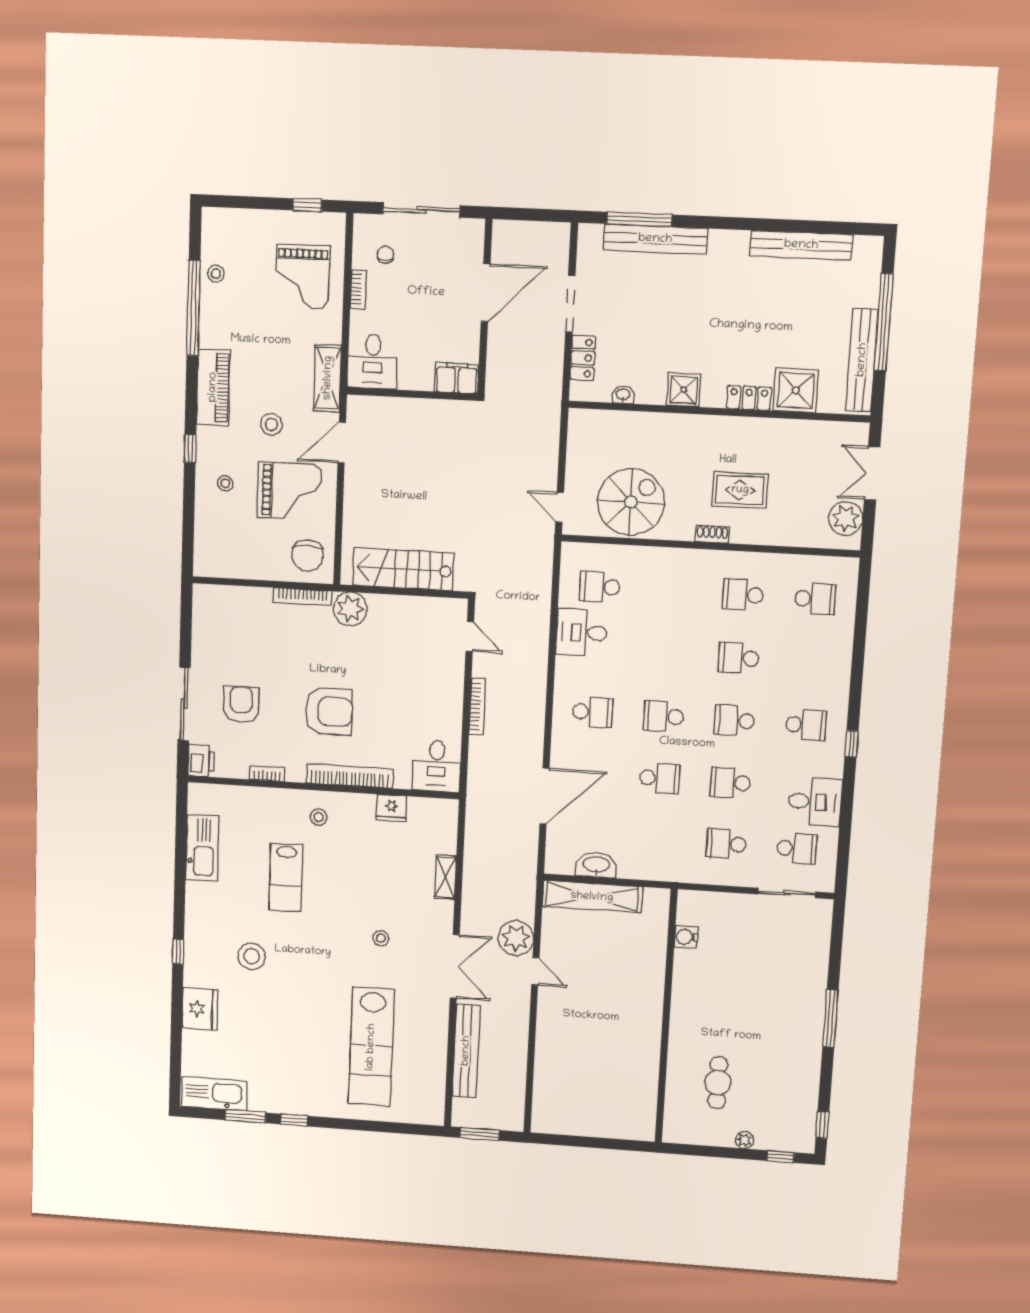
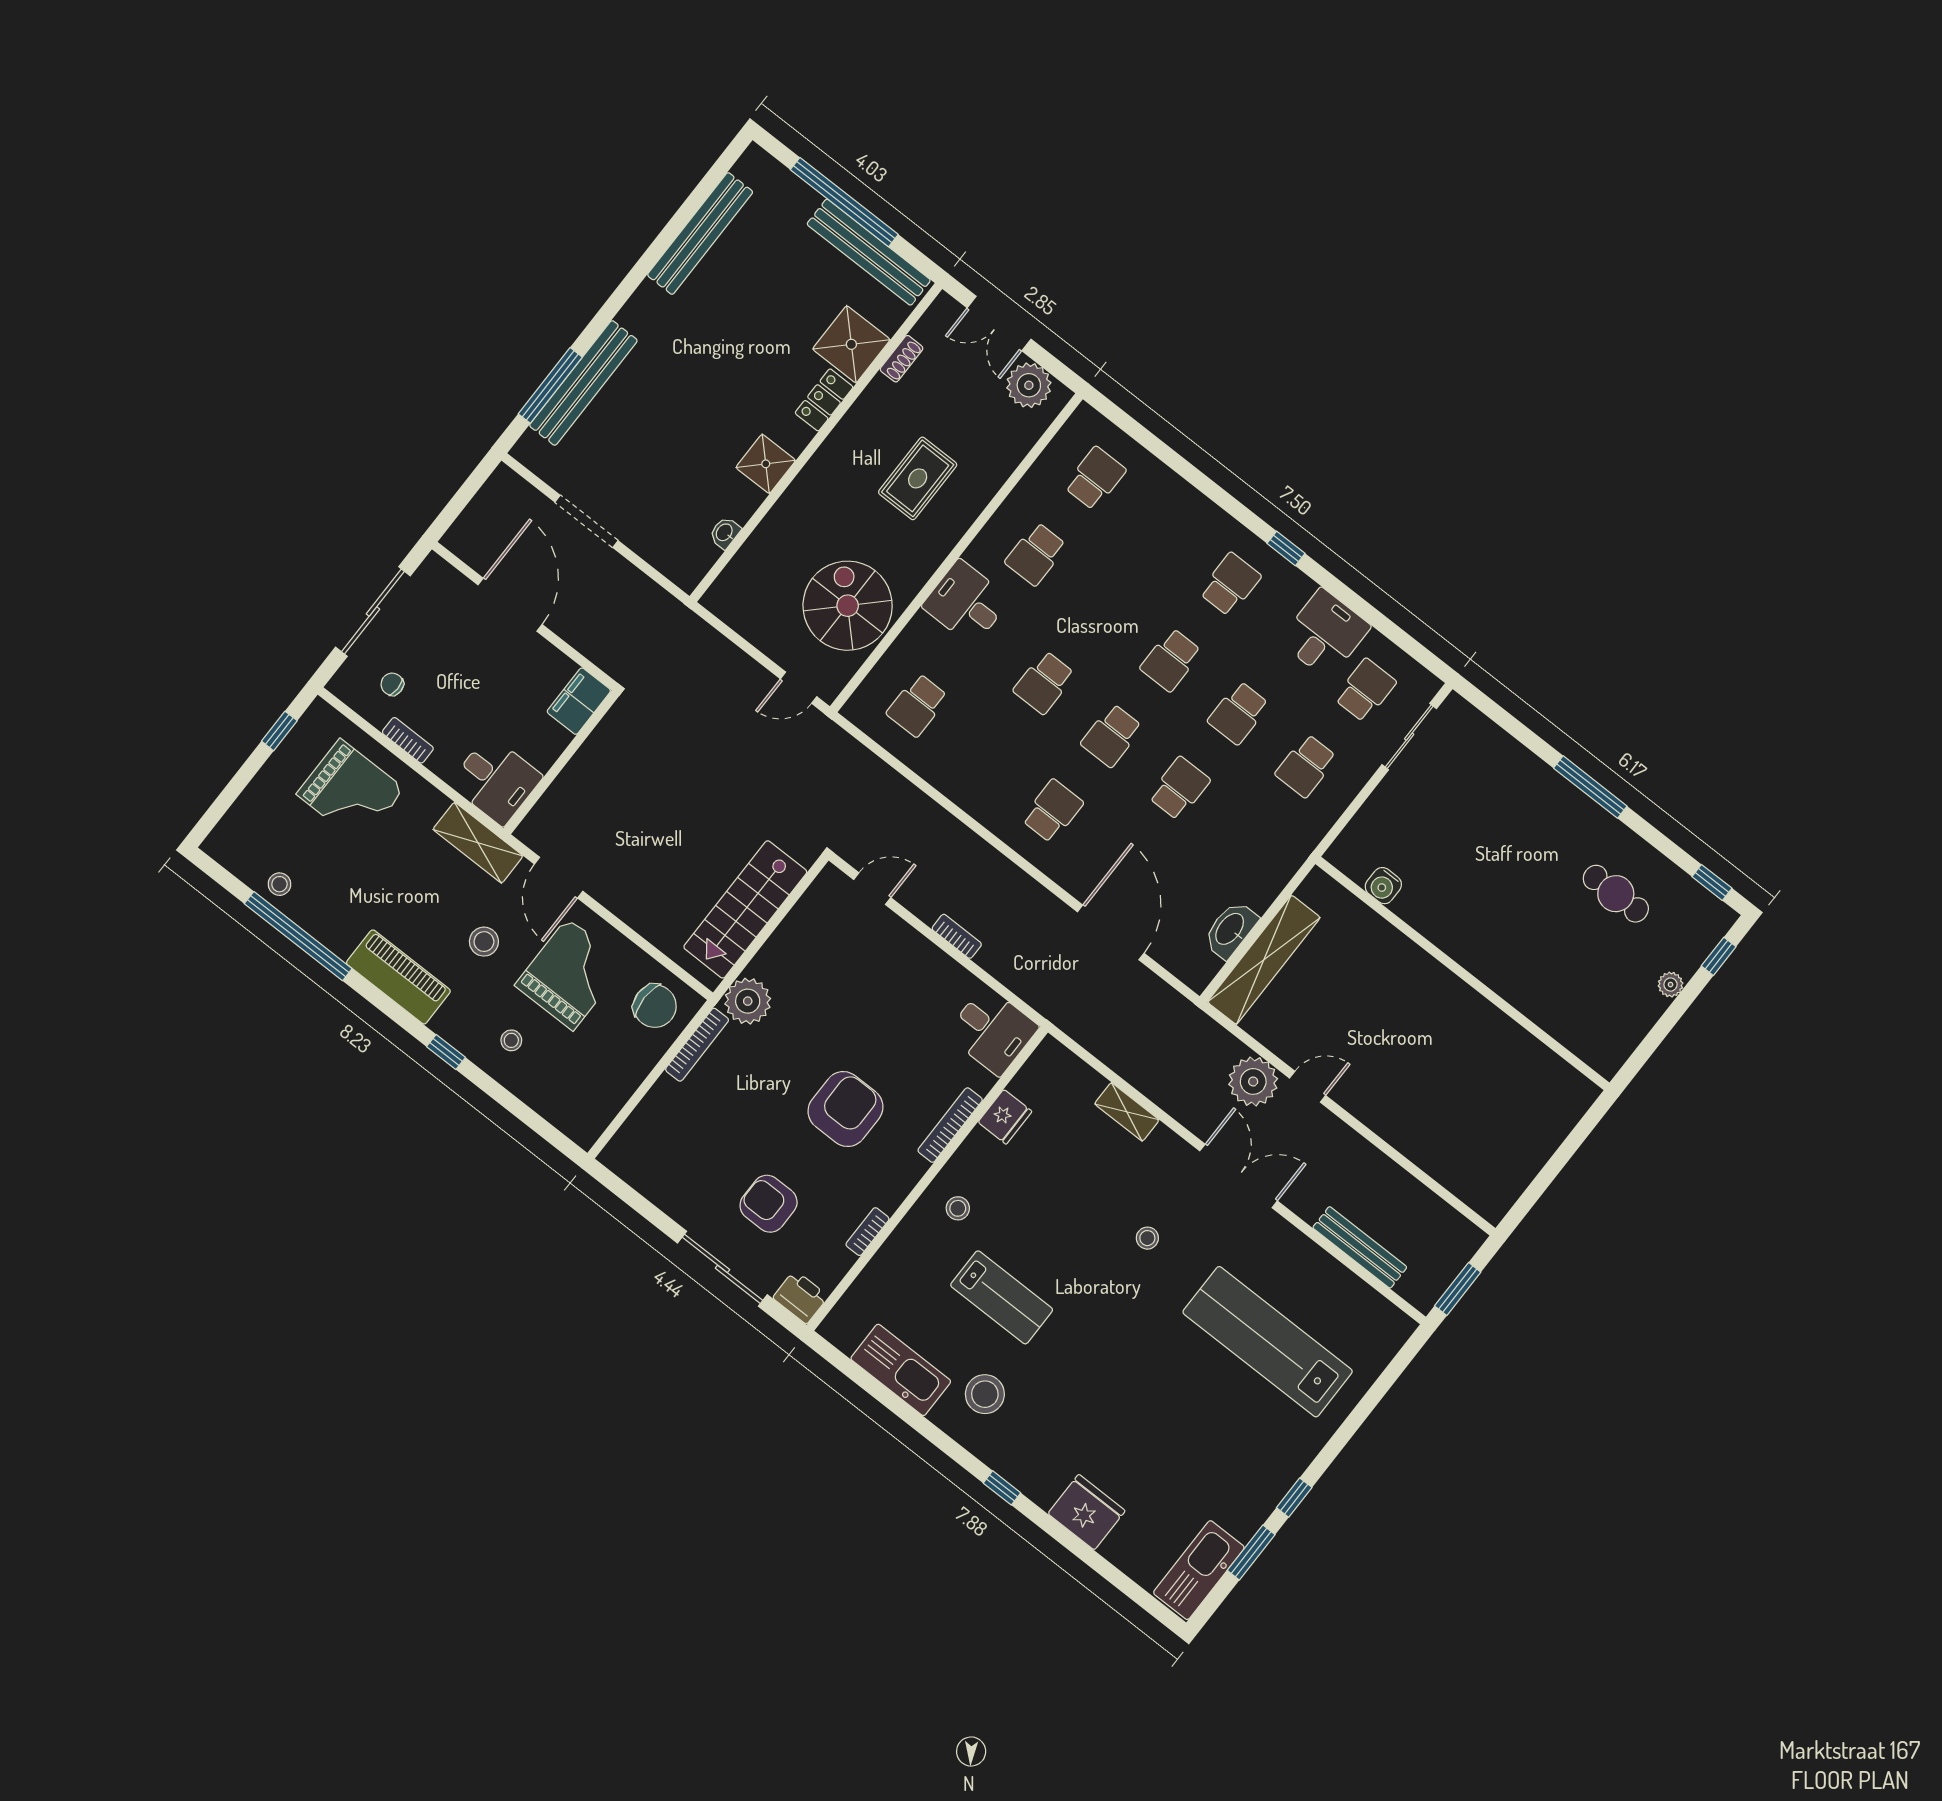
locker: (583, 358) -> (654, 549), removed
shoe rack: (712, 534) -> (902, 359), moved, turned 180
desk: (582, 633) -> (966, 603), moved, turned 90
school desk: (739, 658) -> (1044, 682), moved
bookcase: (477, 707) -> (957, 936), width x0.64
bookcase: (350, 776) -> (950, 1125), width x0.68, depth x0.76
stool: (252, 956) -> (985, 1394), moved
lab bench: (371, 1047) -> (1268, 1342), turned 180
bench: (466, 1051) -> (1360, 1247), width x0.73, depth x0.82
cafe table: (718, 1083) -> (1616, 894), moved

